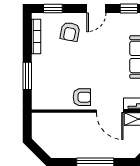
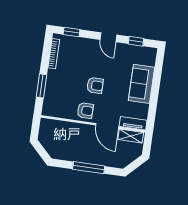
door: (96, 9) -> (108, 37), hinge flipped
armchair: (70, 32) -> (95, 85), moved, turned -101

